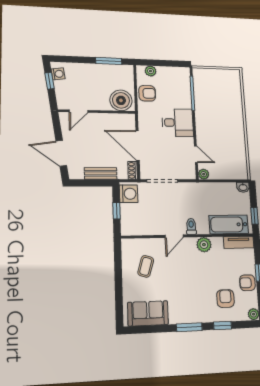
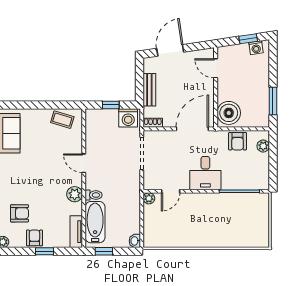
door: (138, 146) -> (192, 129), moved
toilet: (191, 226) -> (94, 195), moved
coffee table: (146, 266) -> (62, 120), moved

